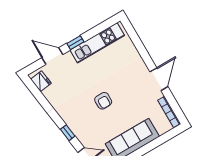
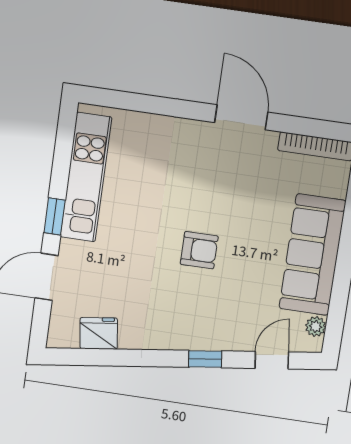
fridge: (41, 81) -> (99, 333), moved

